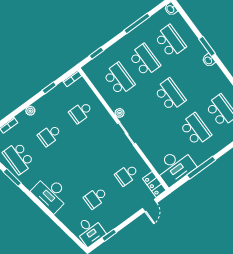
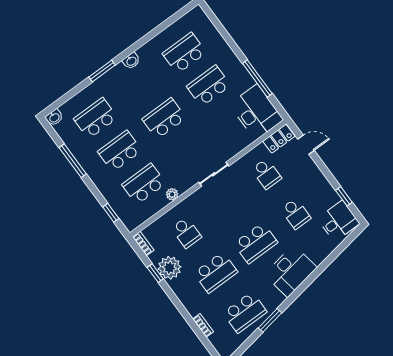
washbasin: (208, 60) -> (131, 61), moved
plant: (30, 111) -> (170, 268), moved, width x1.88, depth x1.88
plant: (120, 113) -> (172, 194), moved
school desk: (50, 135) -> (216, 273), width x1.85
school desk: (73, 166) -> (256, 243), added

